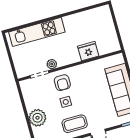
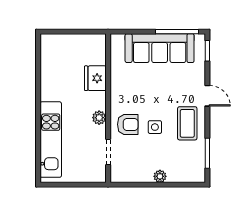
plant: (52, 64) -> (99, 118), moved
plant: (37, 118) -> (160, 176), width x0.53, depth x0.53

